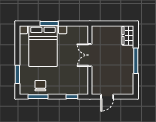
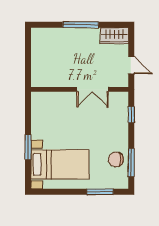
wardrobe: (128, 35) -> (114, 36), moved
bed with nightstands: (43, 46) -> (60, 164), width x0.73
double door: (90, 55) -> (93, 89), moved

